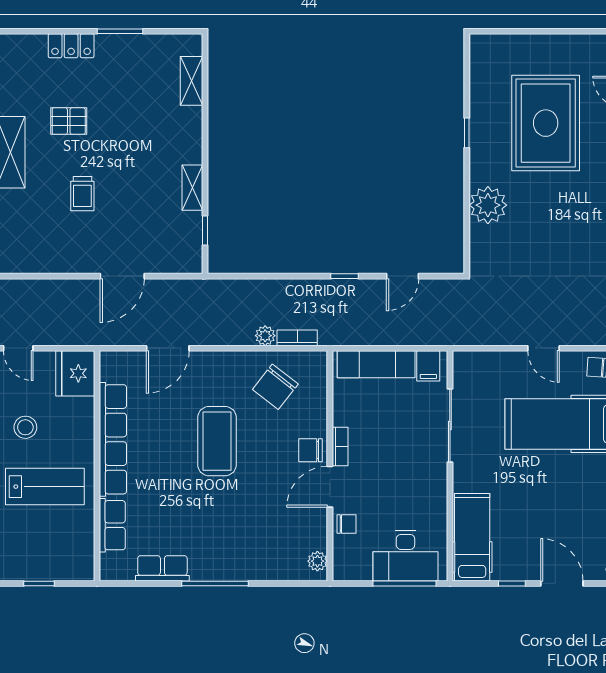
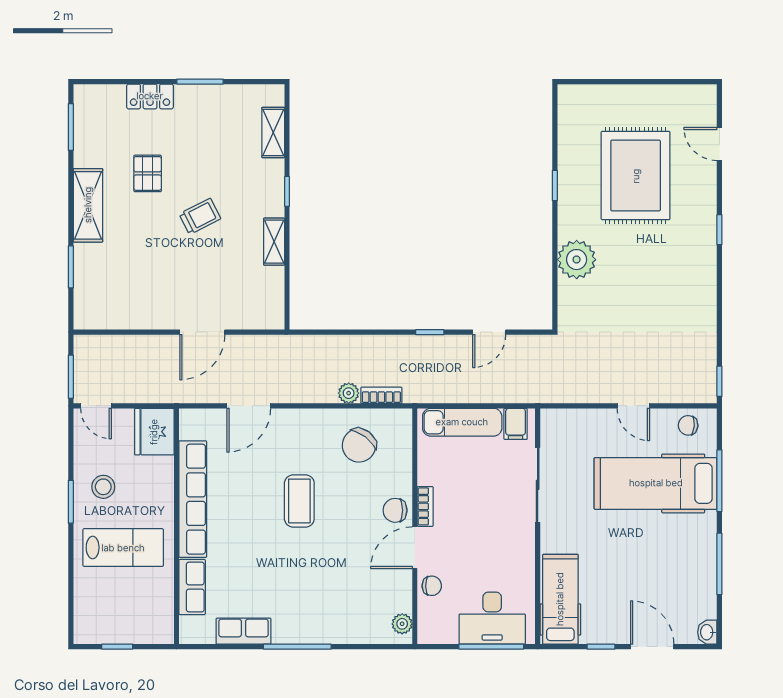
pallet: (69, 121) -> (148, 173), turned 90
trolley: (82, 194) -> (200, 216), moved, turned -117
window: (205, 231) -> (287, 191), moved
coffee table: (217, 441) -> (299, 501), width x0.73, depth x0.76

